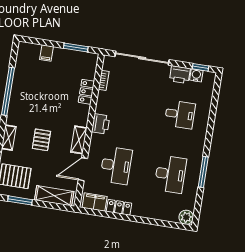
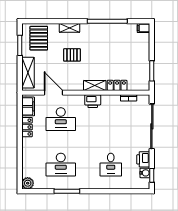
filing cabinet: (47, 53) -> (144, 28), moved
shelving: (79, 140) -> (95, 85), moved

